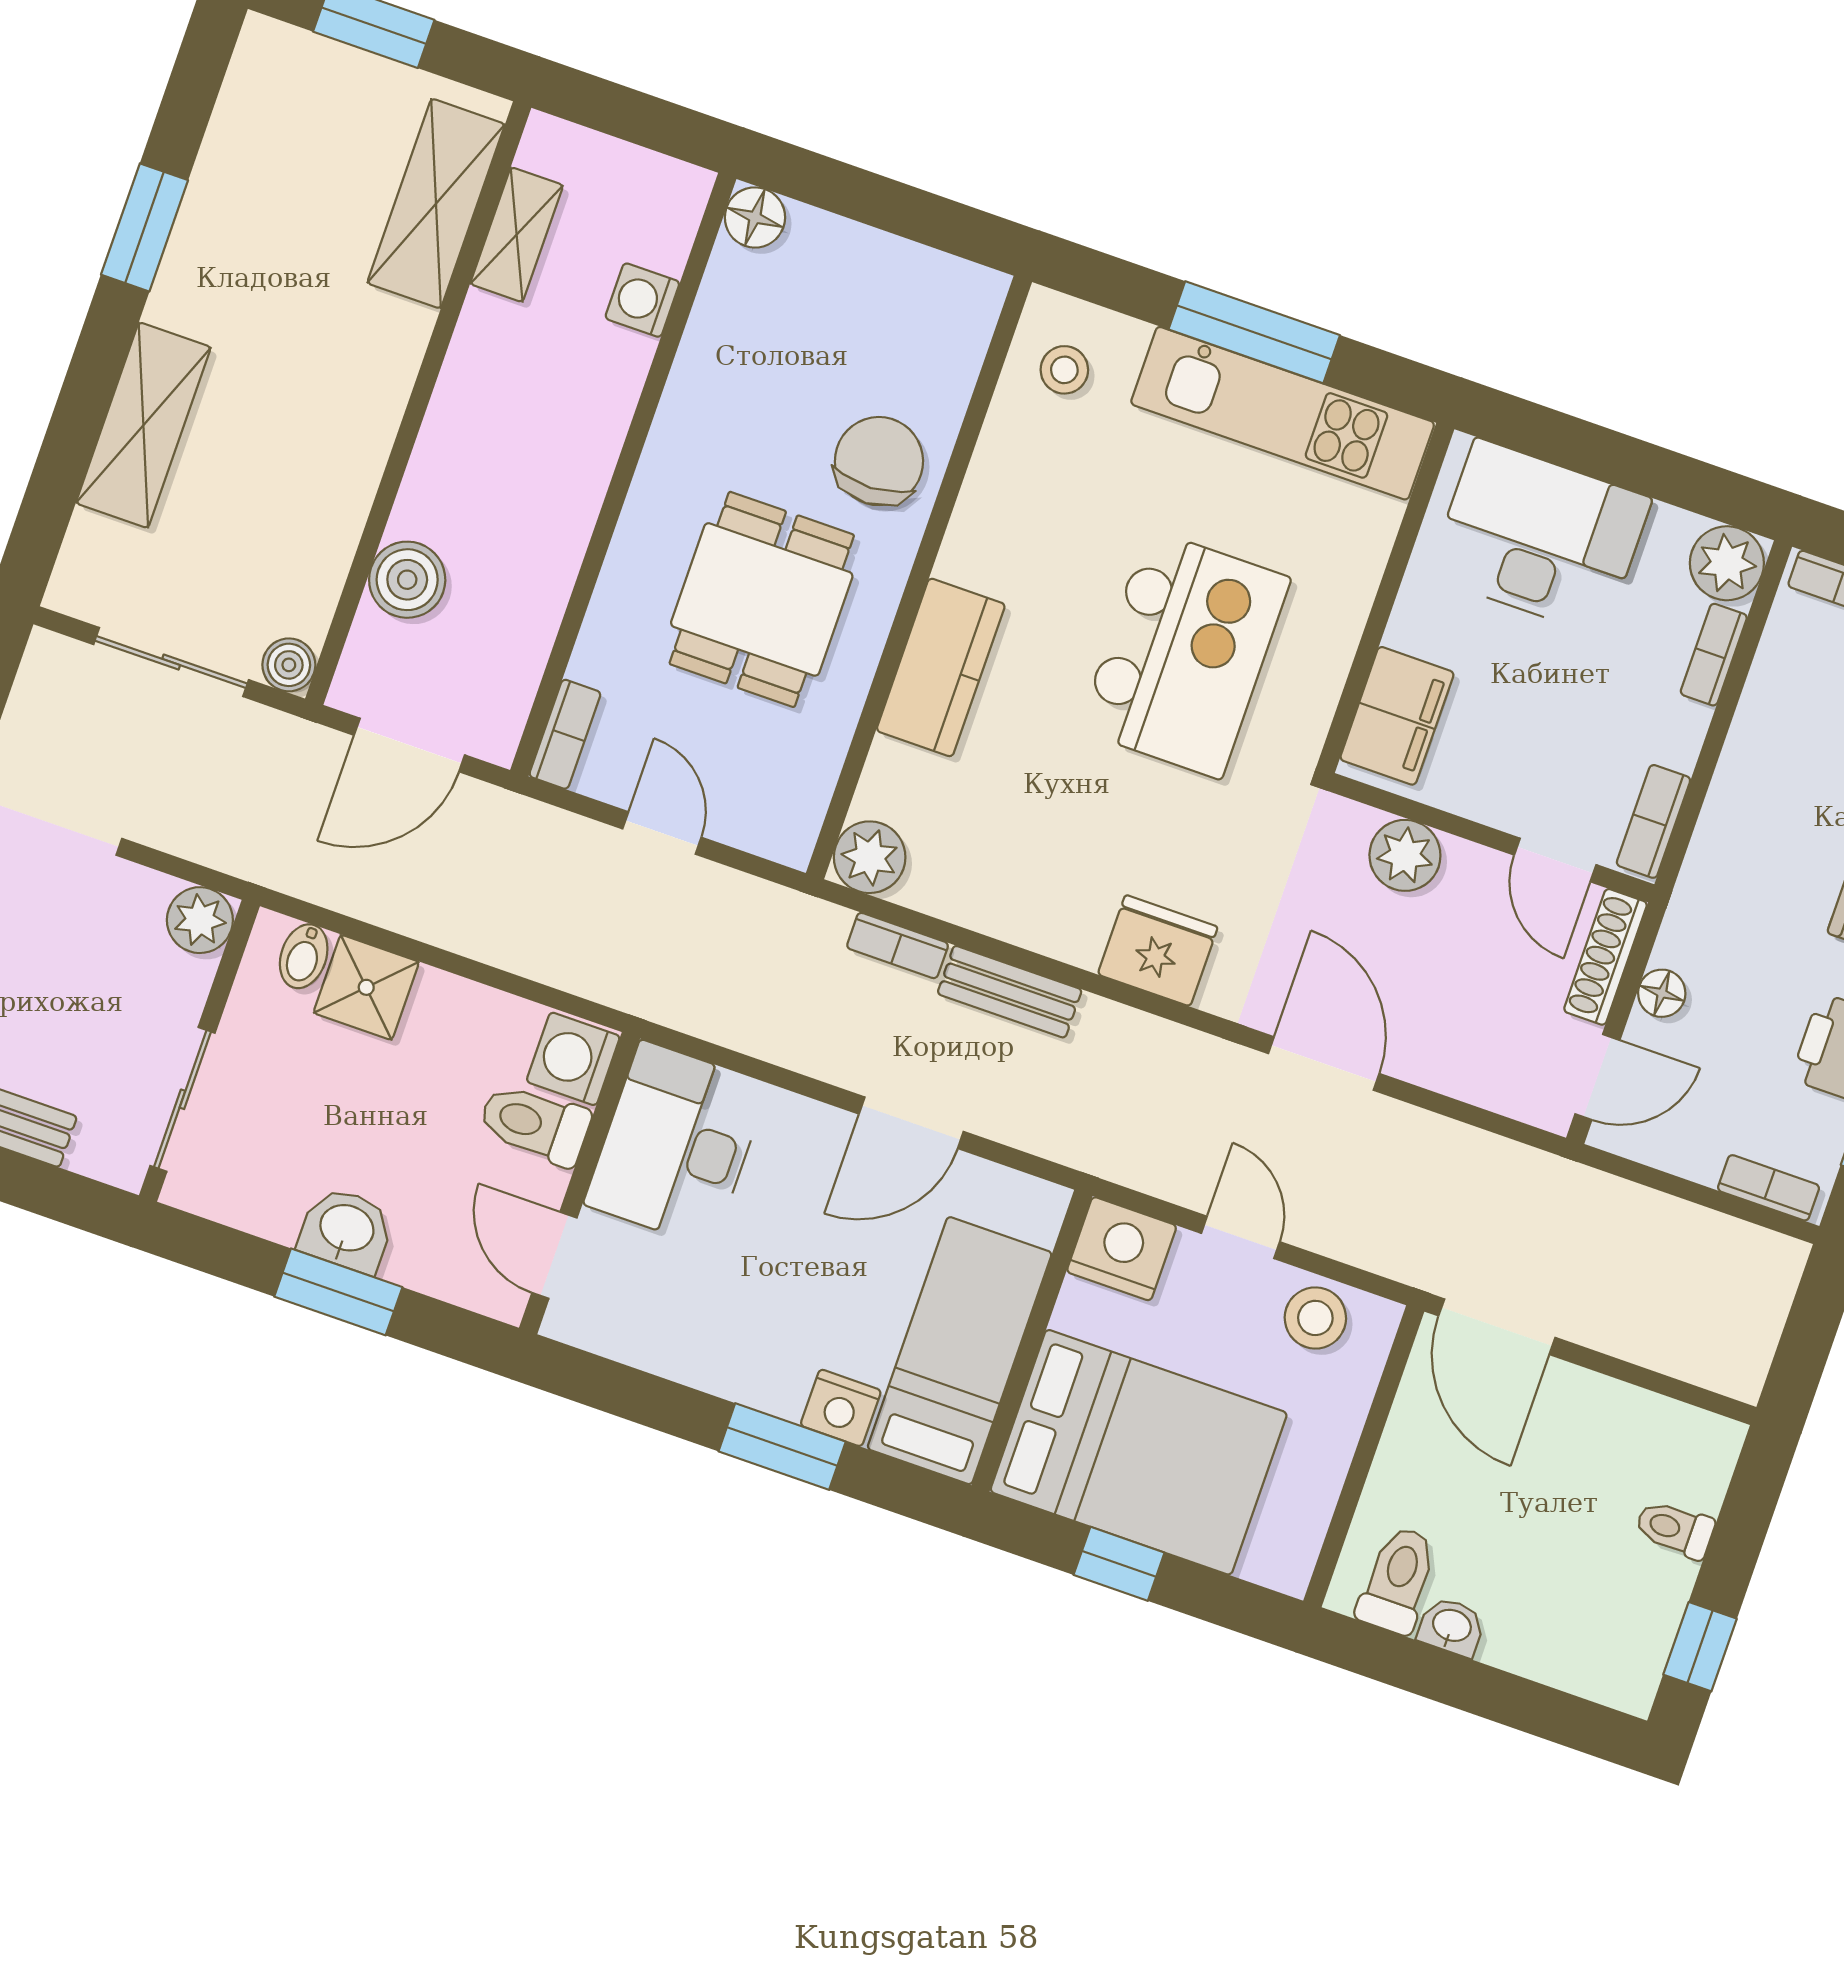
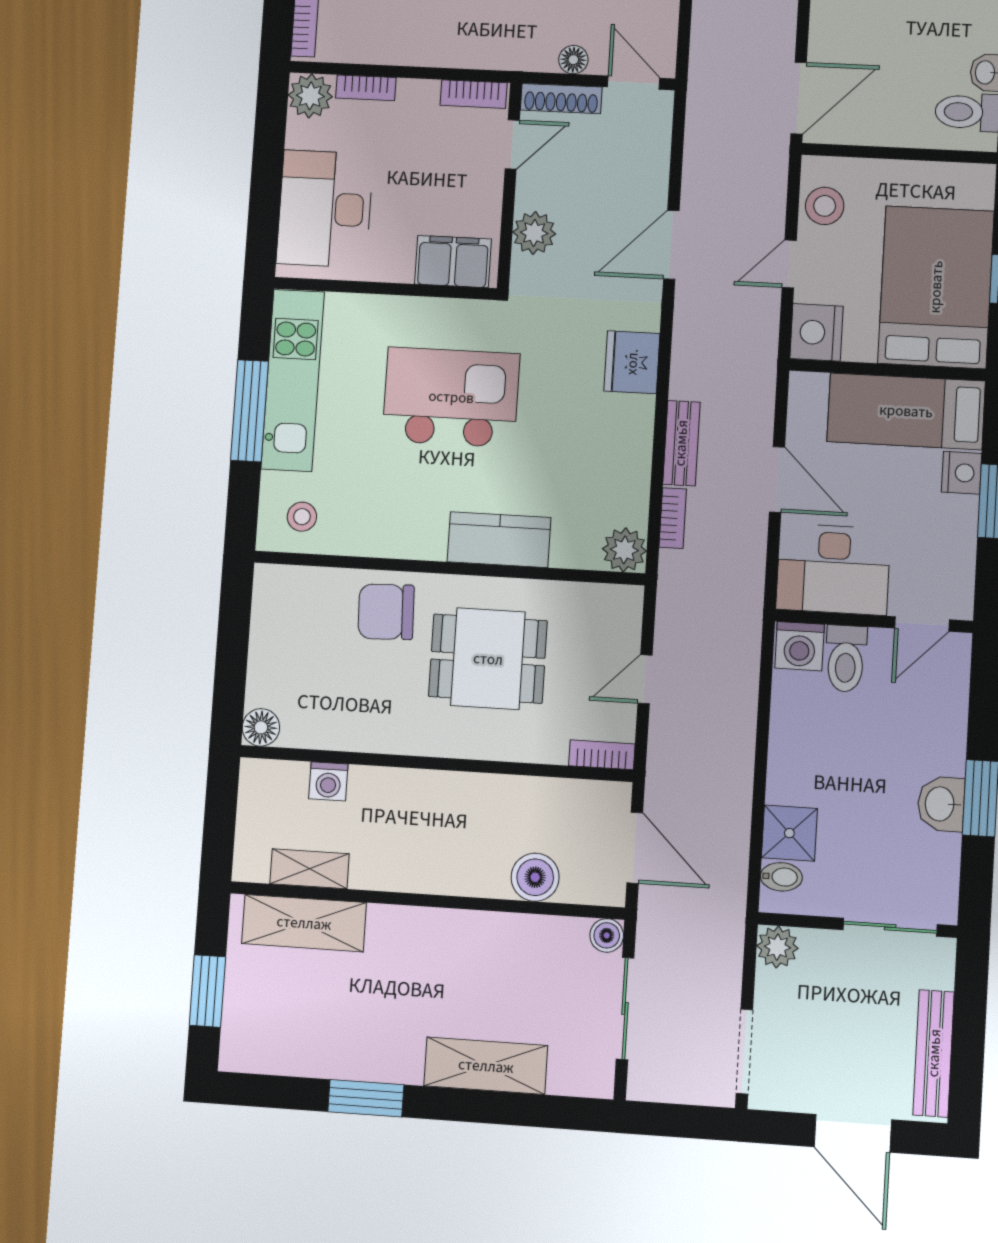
washing machine: (573, 1059) -> (800, 646), moved
toilet: (535, 1124) -> (846, 659), moved
desk: (676, 1144) -> (833, 569), moved
wall: (580, 1183) -> (874, 621), moved
door: (554, 1255) -> (922, 624), moved

